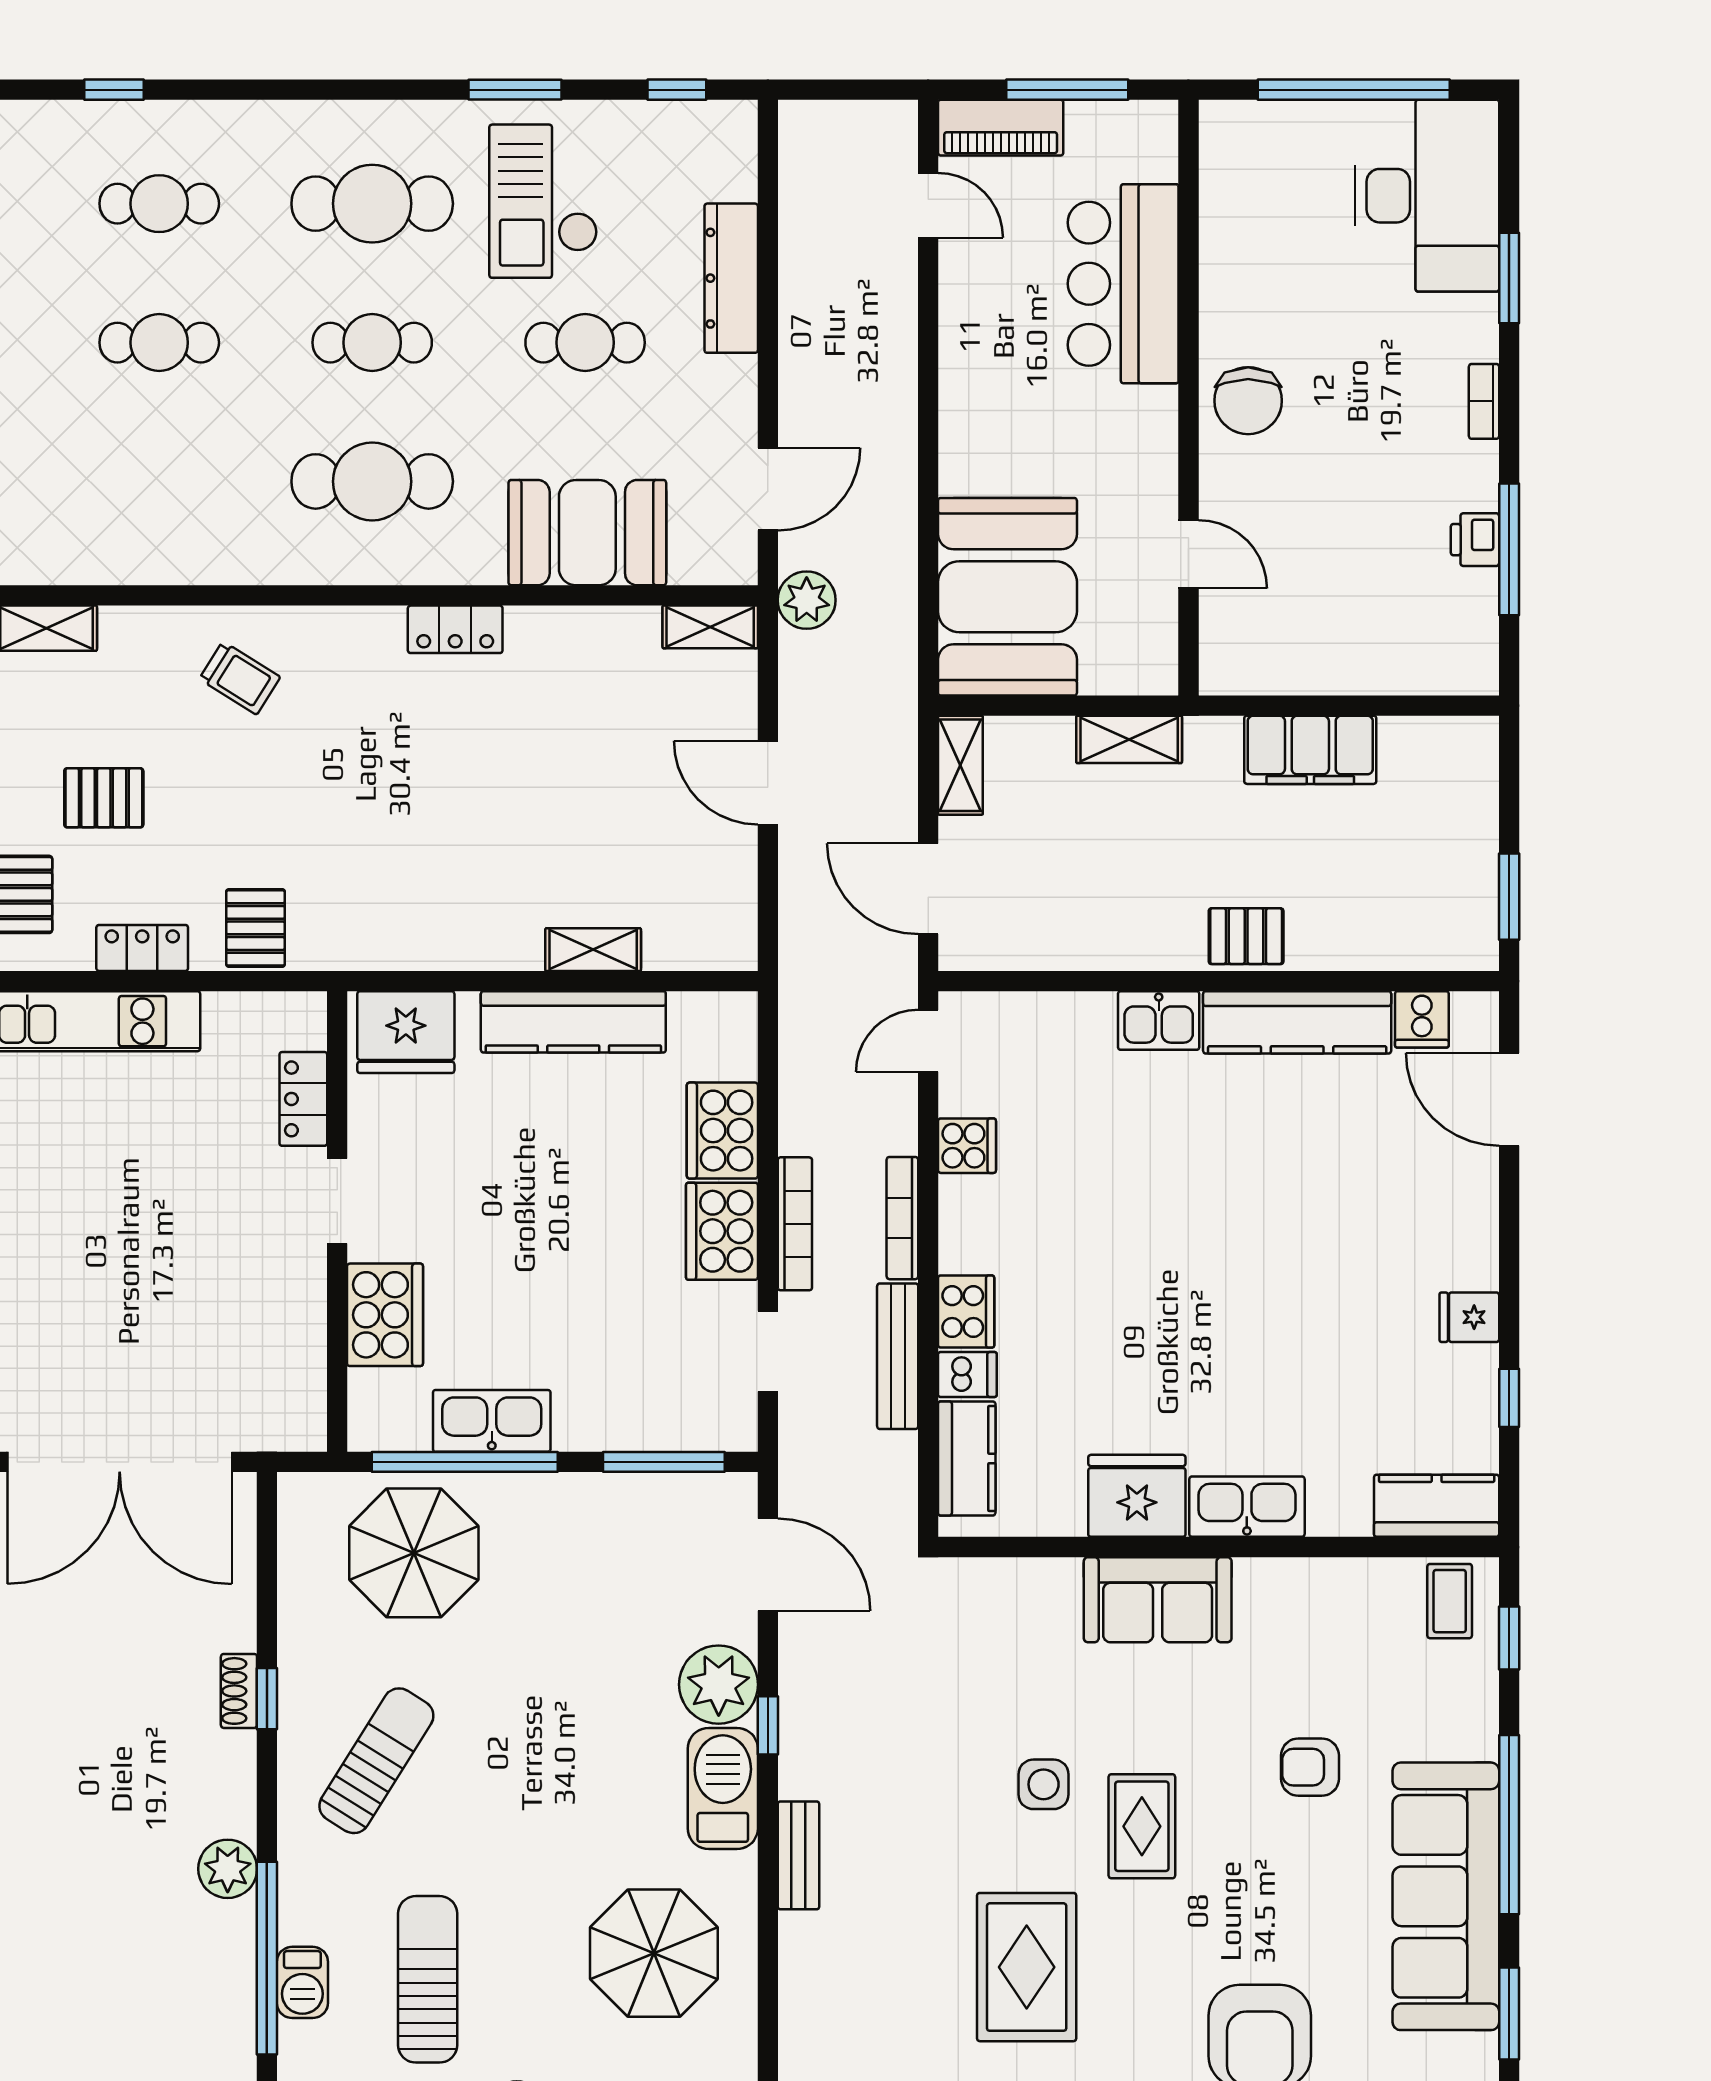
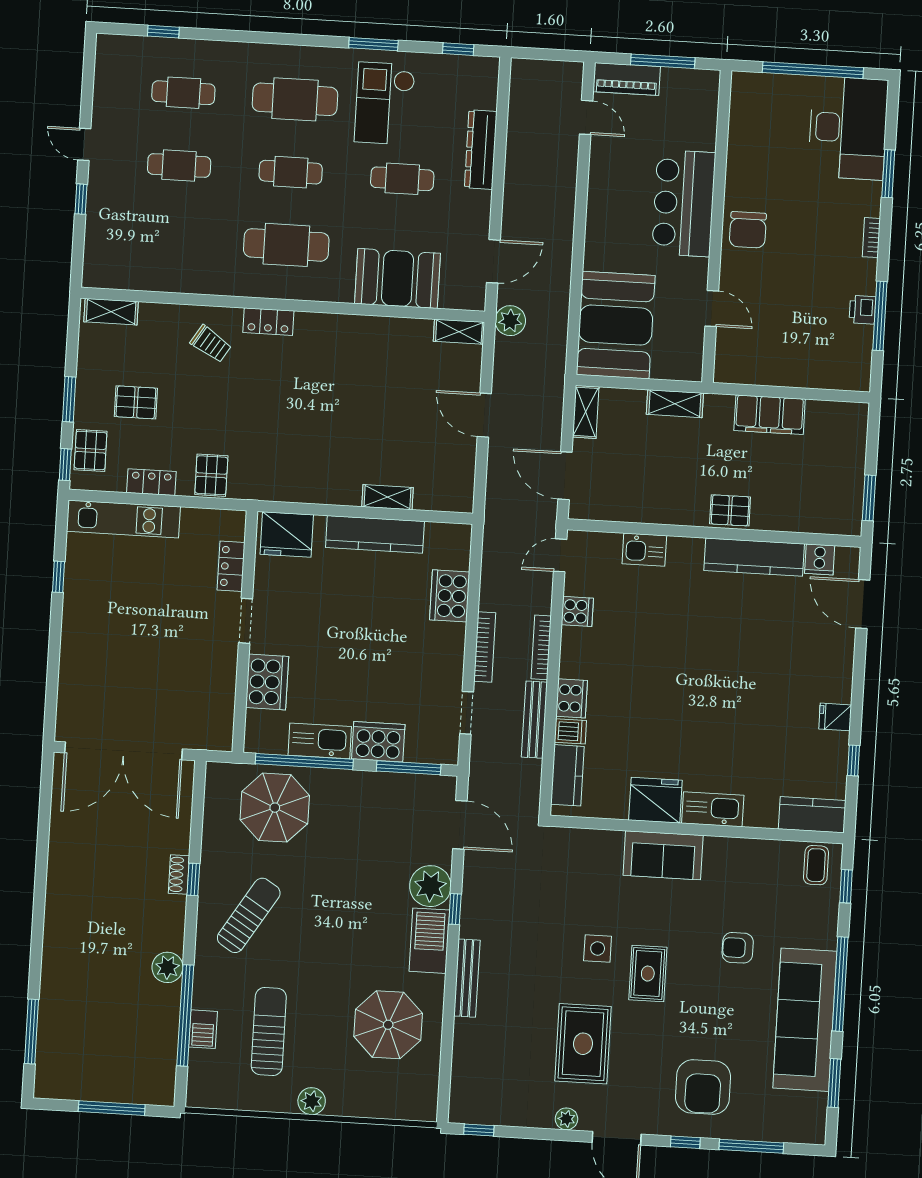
bar counter: (1123, 284) -> (684, 203), moved
locker: (455, 629) -> (268, 322), moved
kitchen sink: (1159, 1021) -> (644, 550), moved
cooker: (722, 1231) -> (378, 742), moved, turned 90
bench: (798, 1855) -> (467, 978), width x1.36

